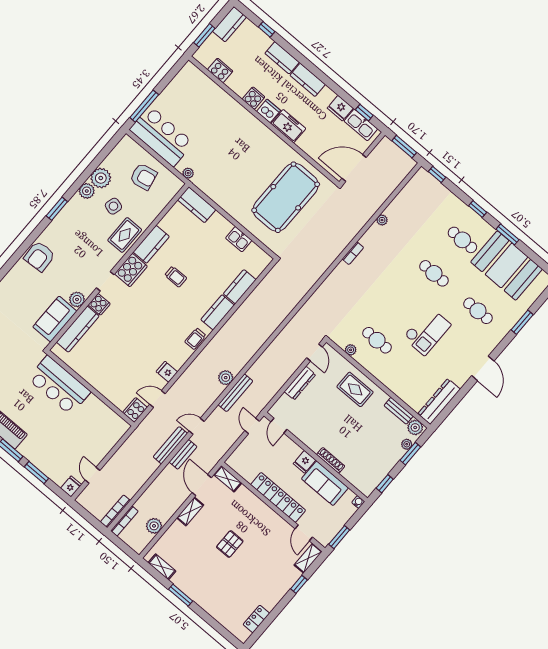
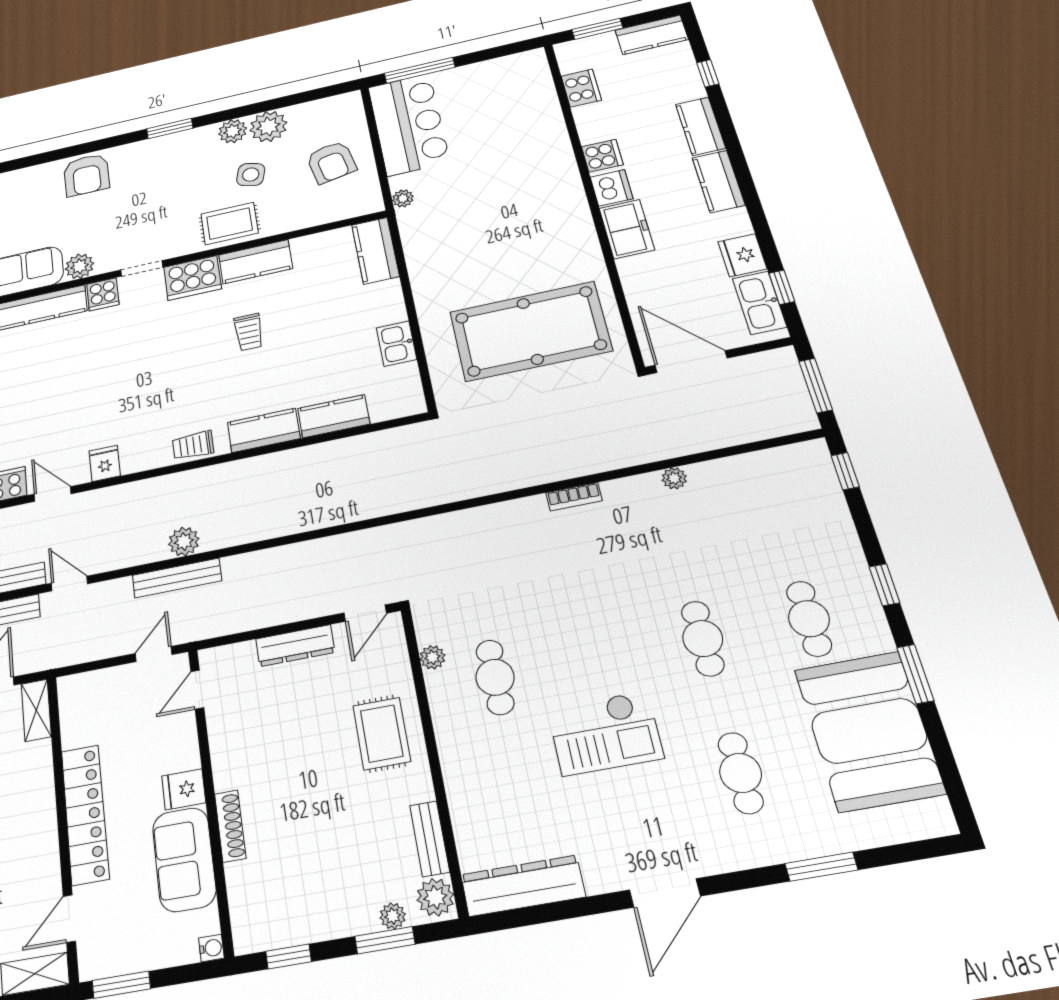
armchair: (39, 256) -> (86, 175), turned -87

